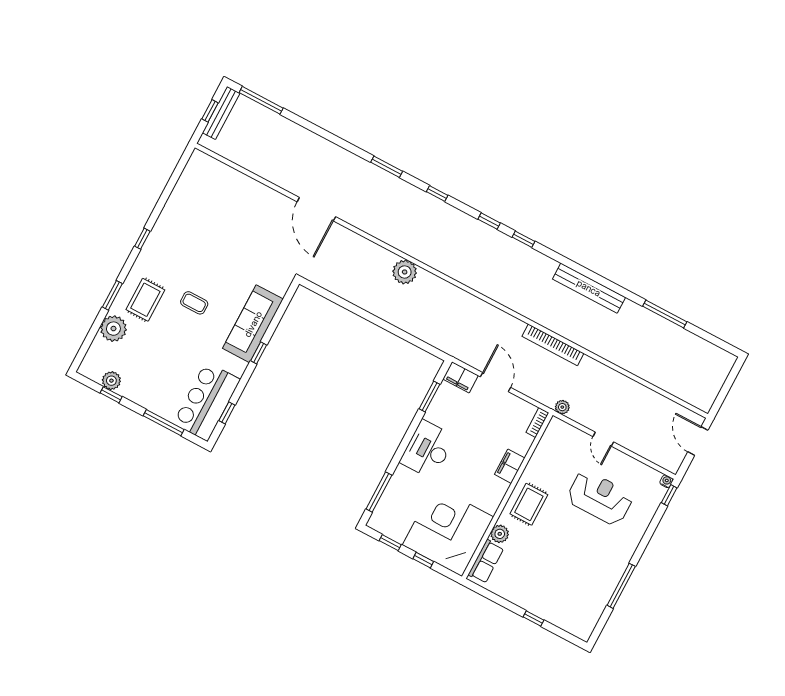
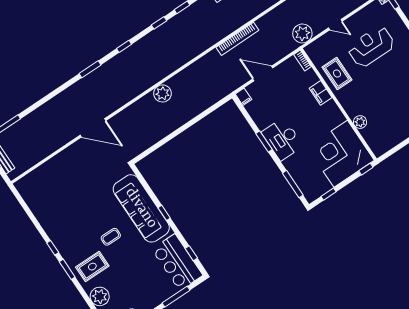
window: (112, 295) -> (67, 269), moved
rug: (145, 300) -> (92, 267), turned 90
sofa: (253, 324) -> (141, 208), width x1.36, depth x1.27
bookcase: (553, 345) -> (237, 39), moved
filing cabinet: (461, 377) -> (243, 97), width x0.50
window: (429, 397) -> (264, 141), moved
plant: (562, 407) -> (302, 33), width x1.87, depth x1.87
rug: (529, 504) -> (337, 74), moved
window: (423, 560) -> (366, 169), moved
row of seats: (486, 561) -> (373, 140), removed

